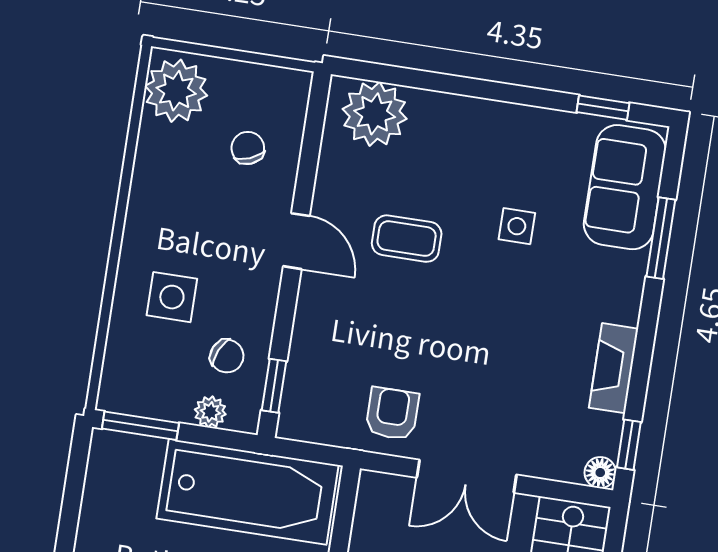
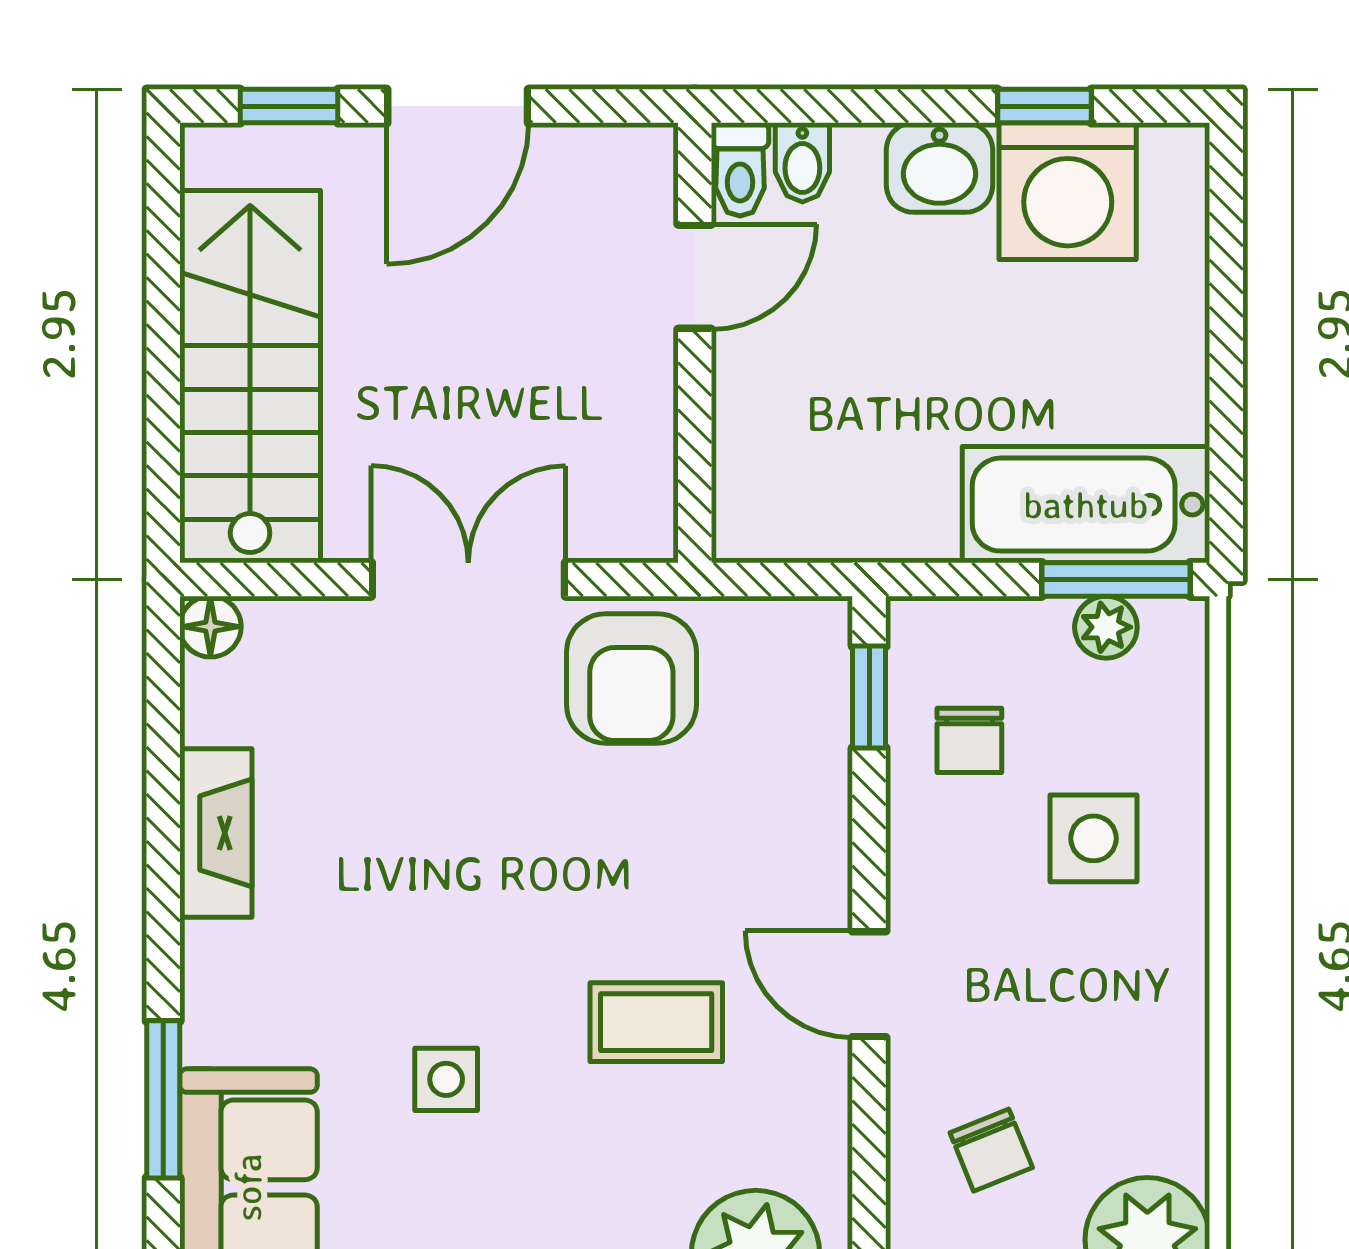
chair: (227, 356) -> (969, 740), turned -114
plant: (210, 412) -> (1106, 627), moved
armchair: (392, 414) -> (631, 678), width x1.38, depth x1.38
window: (629, 445) -> (163, 689), removed
bathtub: (248, 492) -> (1086, 505), moved, width x0.73, depth x0.73

